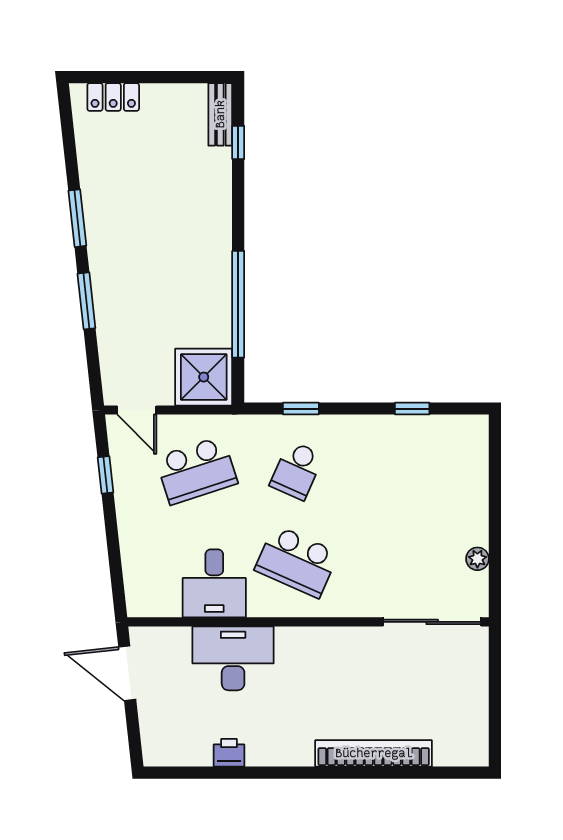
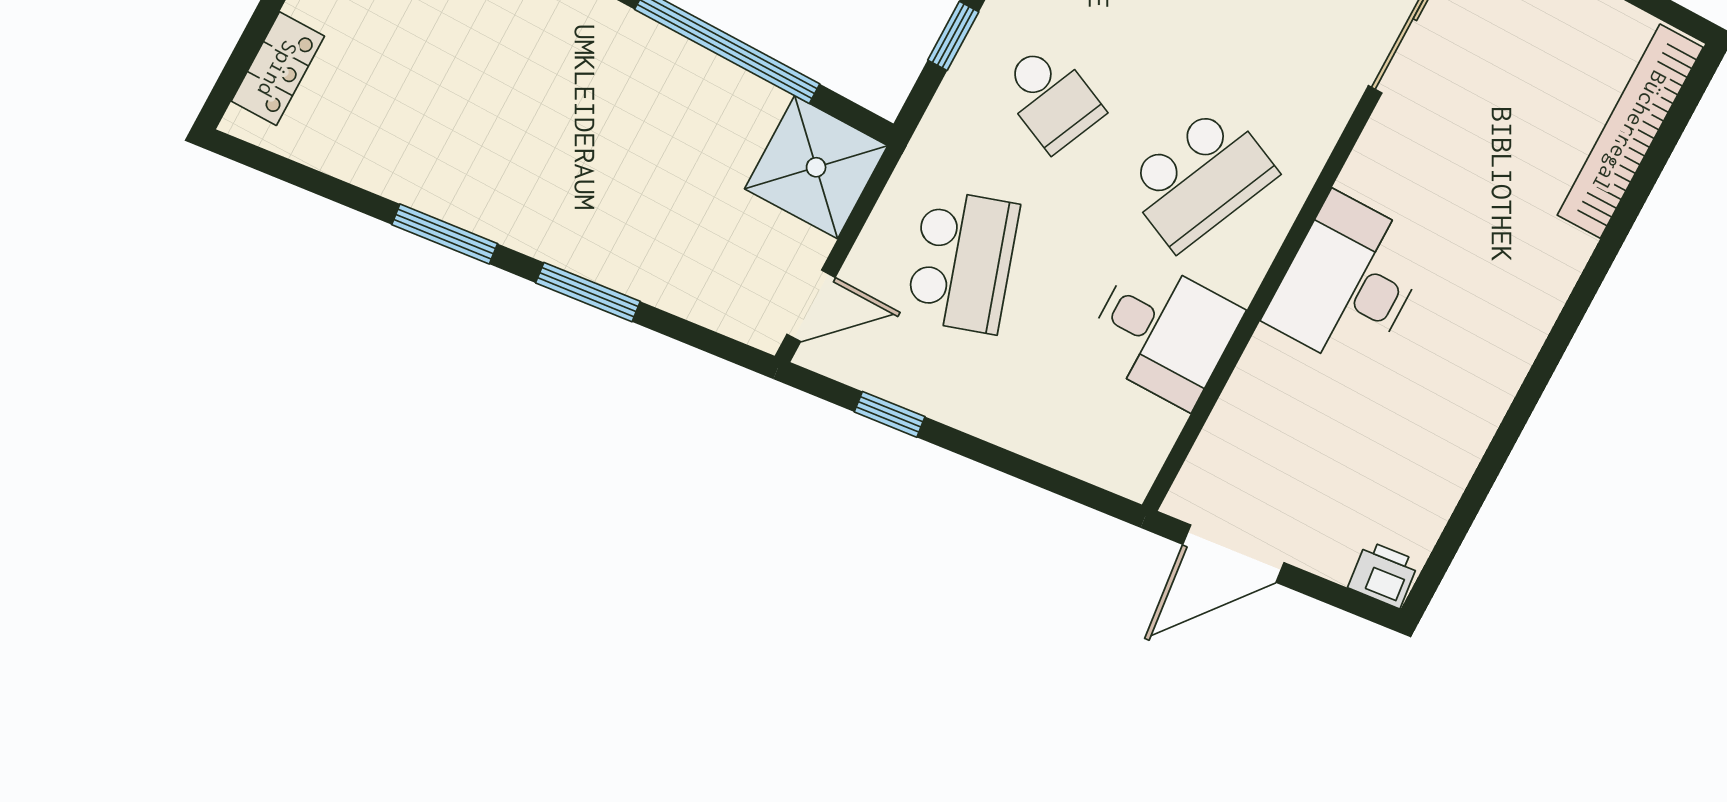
desk: (233, 658) -> (1348, 282), moved
printer: (229, 753) -> (1383, 574), moved, turned 84
bookcase: (374, 753) -> (1630, 131), moved

